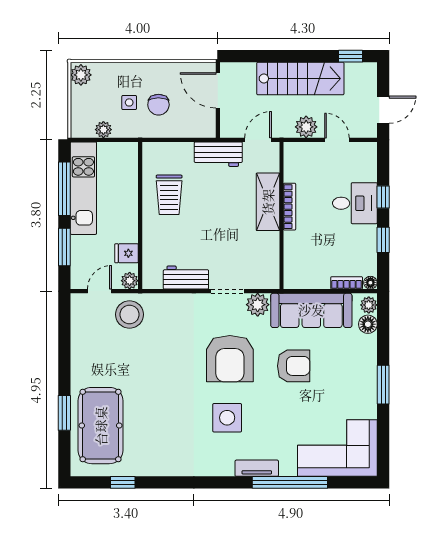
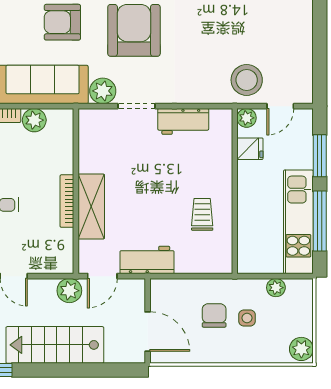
plant: (306, 127) -> (69, 291), moved
trolley: (169, 195) -> (202, 214), width x0.73, depth x0.72
plant: (319, 279) -> (34, 120), added

